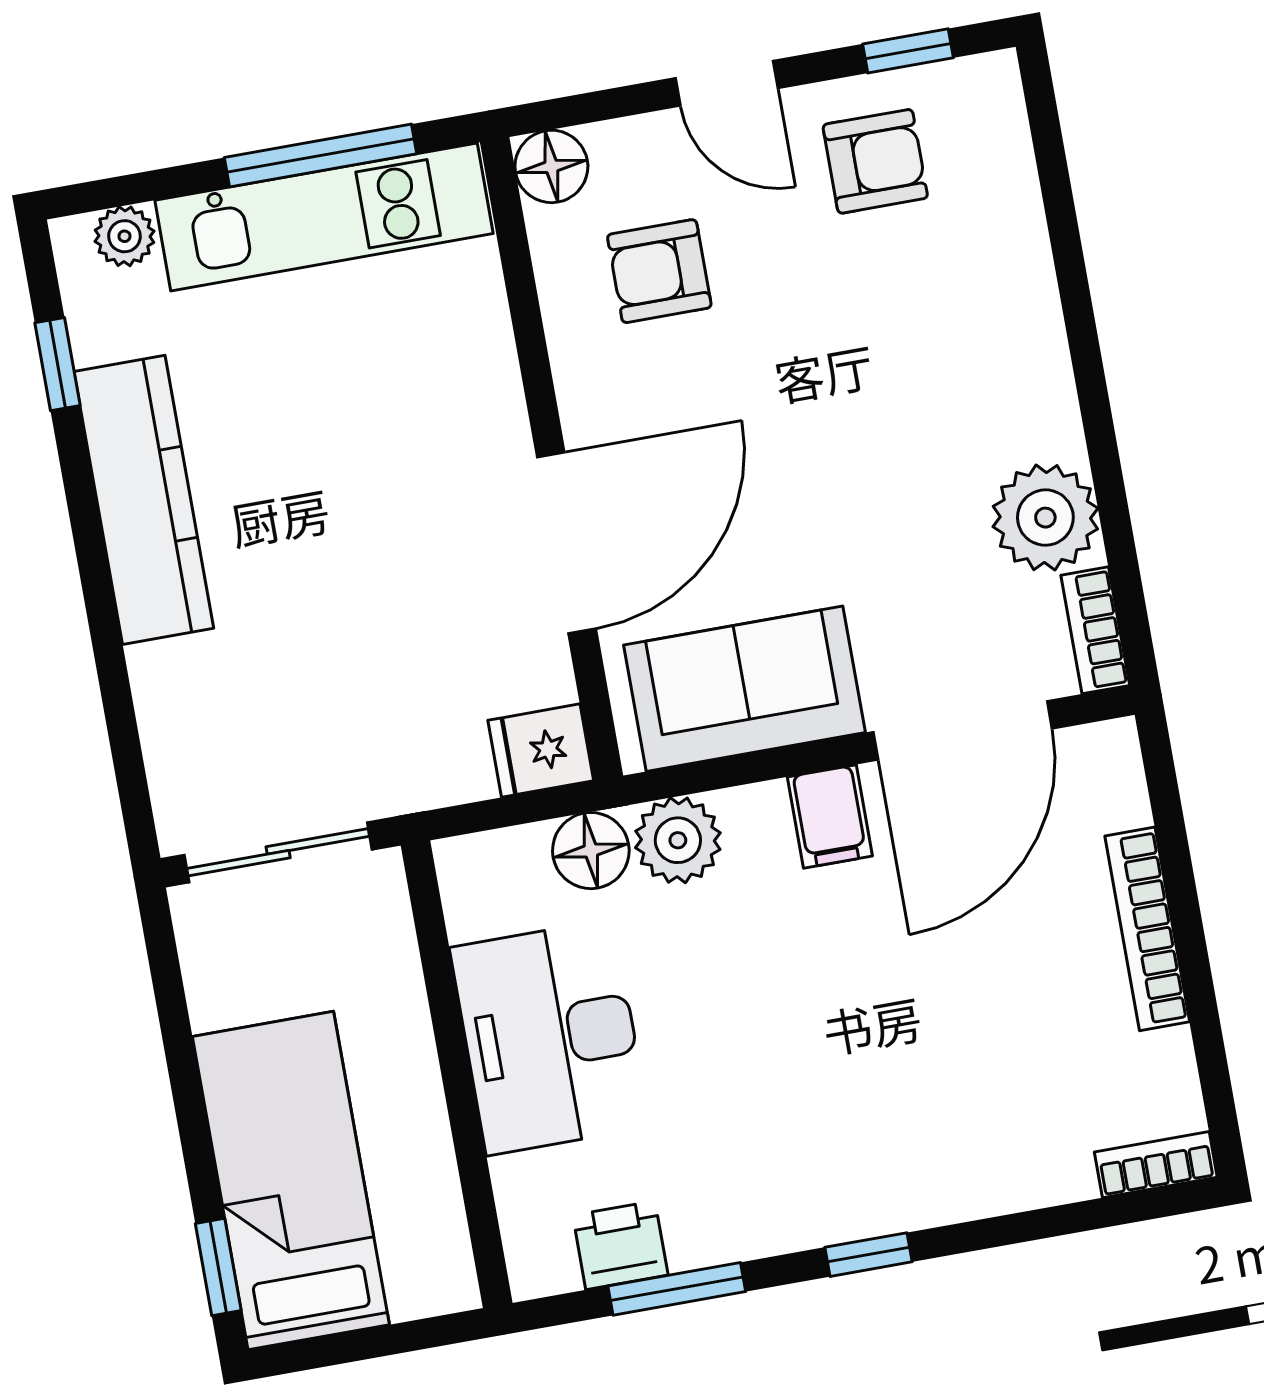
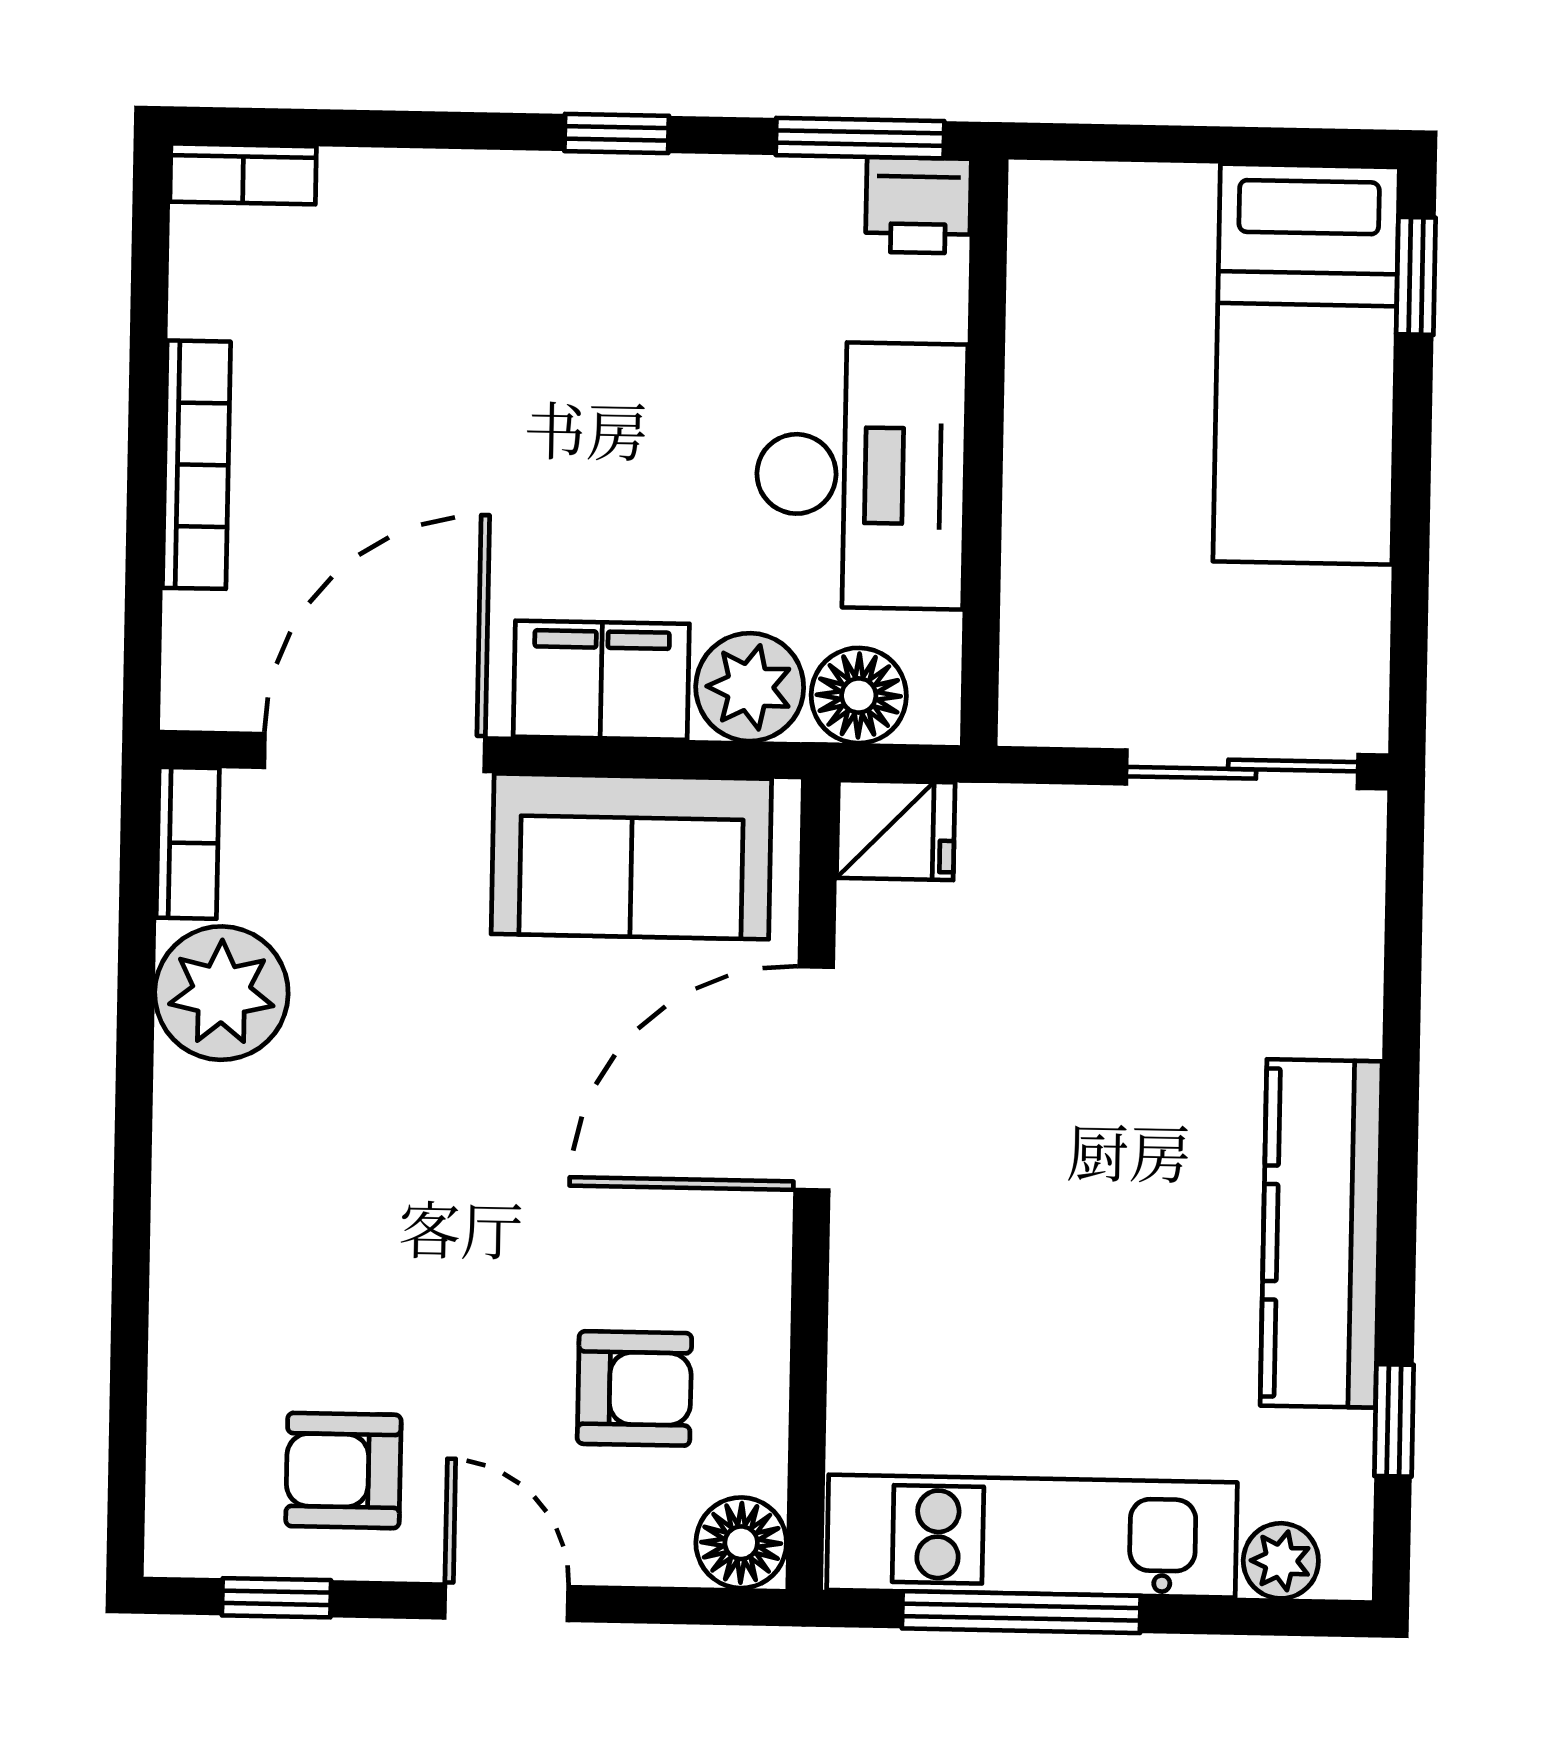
filing cabinet: (830, 816) -> (601, 680), width x2.00
desk: (550, 1037) -> (861, 475), moved
wall: (457, 1074) -> (984, 452), moved

